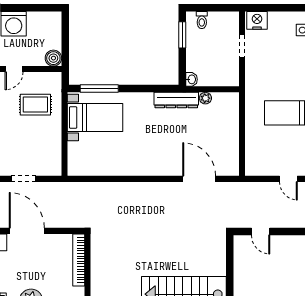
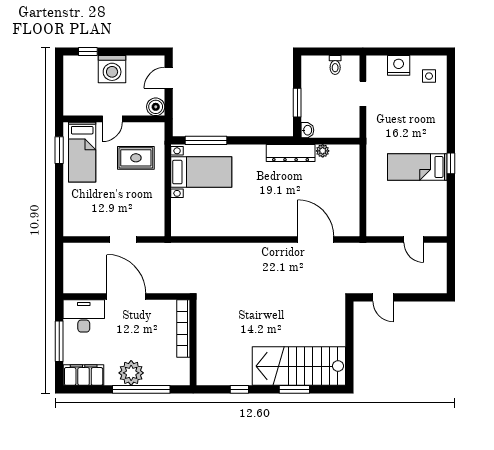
toilet: (202, 20) -> (335, 65), moved
nightstand: (257, 20) -> (399, 65), moved
door: (65, 32) -> (169, 78), added
window: (182, 35) -> (297, 103), moved

